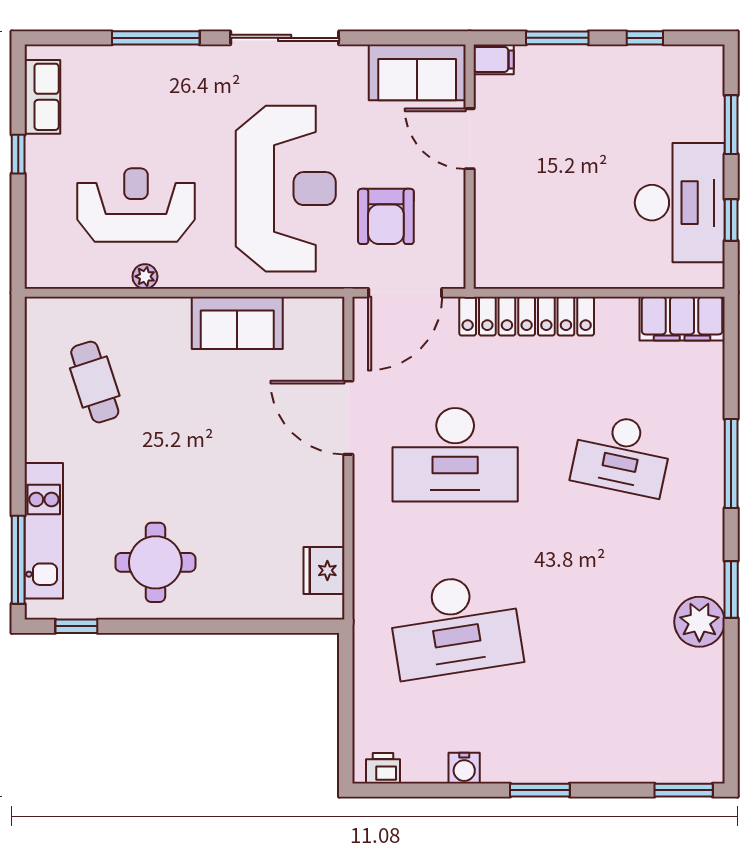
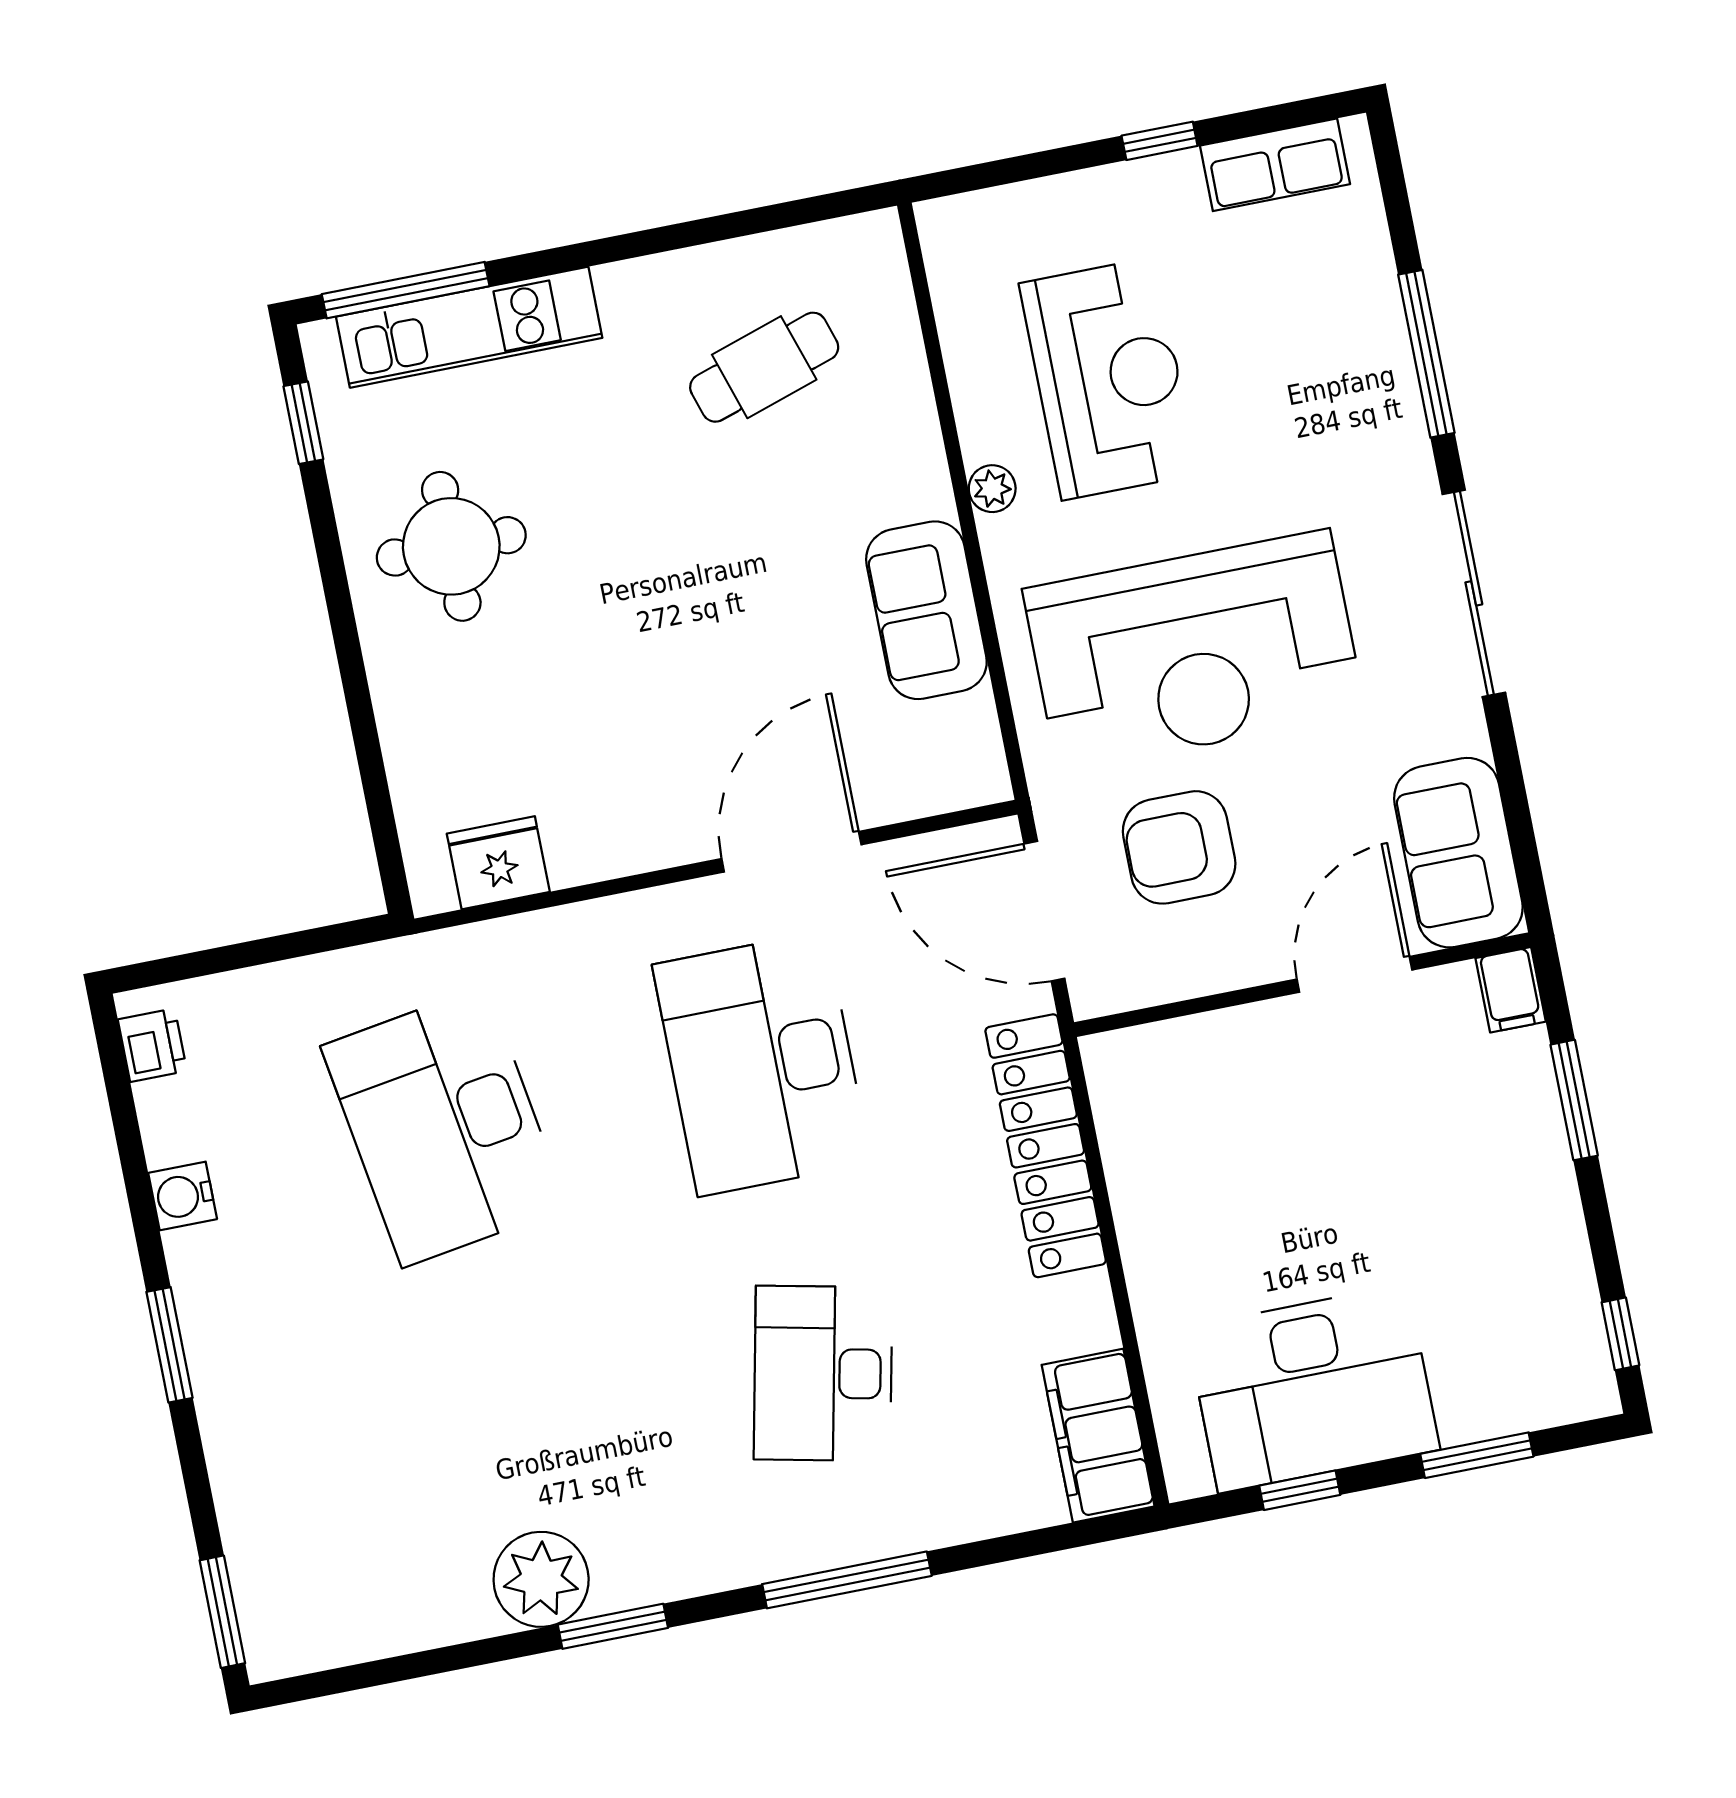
window: (645, 38) -> (1620, 1334), moved
plant: (145, 276) -> (992, 489), moved

